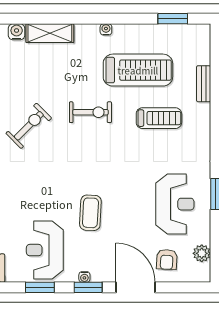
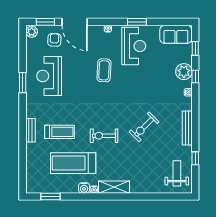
water cooler: (17, 32) -> (84, 188), moved
shelving: (50, 33) -> (114, 187), moved
bench: (204, 84) -> (30, 130), moved
treadmill: (159, 118) -> (59, 132), turned 180
plant: (202, 253) -> (32, 32), moved
window: (88, 287) -> (45, 22), moved

